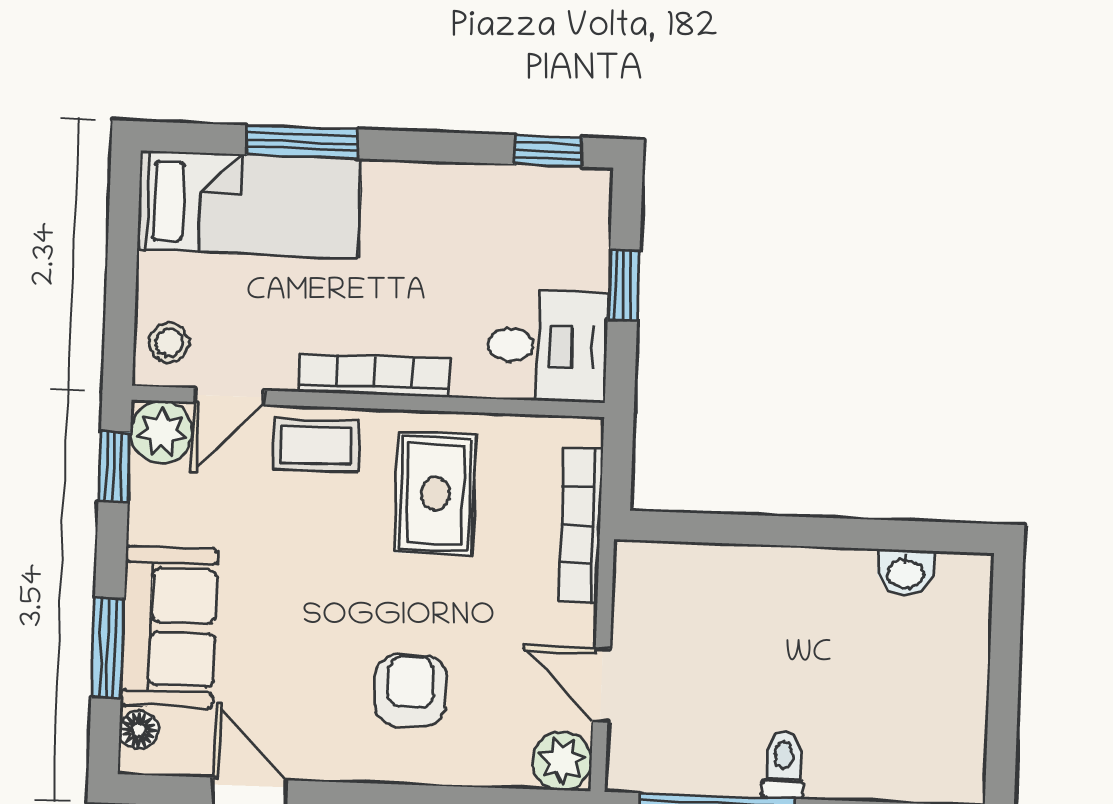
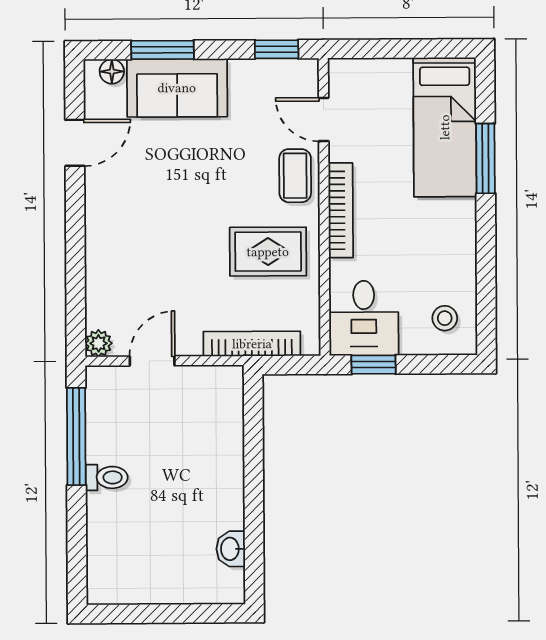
window: (548, 151) -> (486, 314), removed
window: (624, 285) -> (373, 365), moved
stool: (169, 343) -> (445, 318), moved
plant: (162, 432) -> (299, 78), removed
armchair: (410, 690) -> (144, 241), removed
plant: (562, 761) -> (98, 343), width x0.73, depth x0.73

